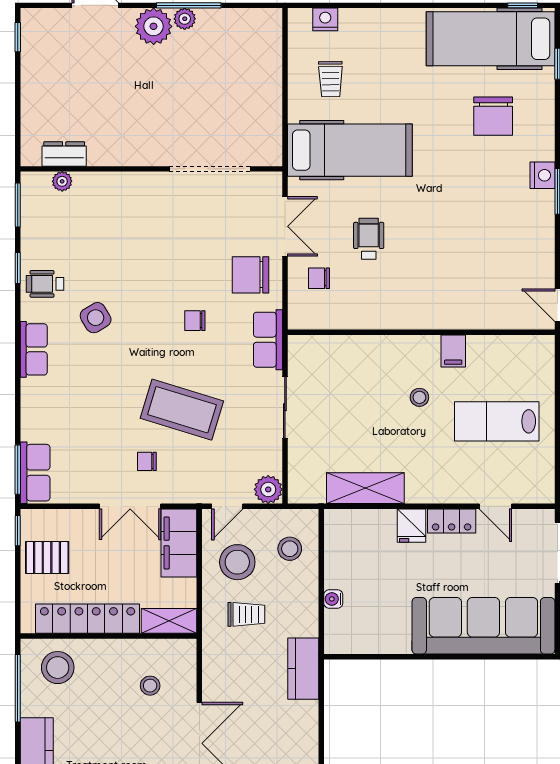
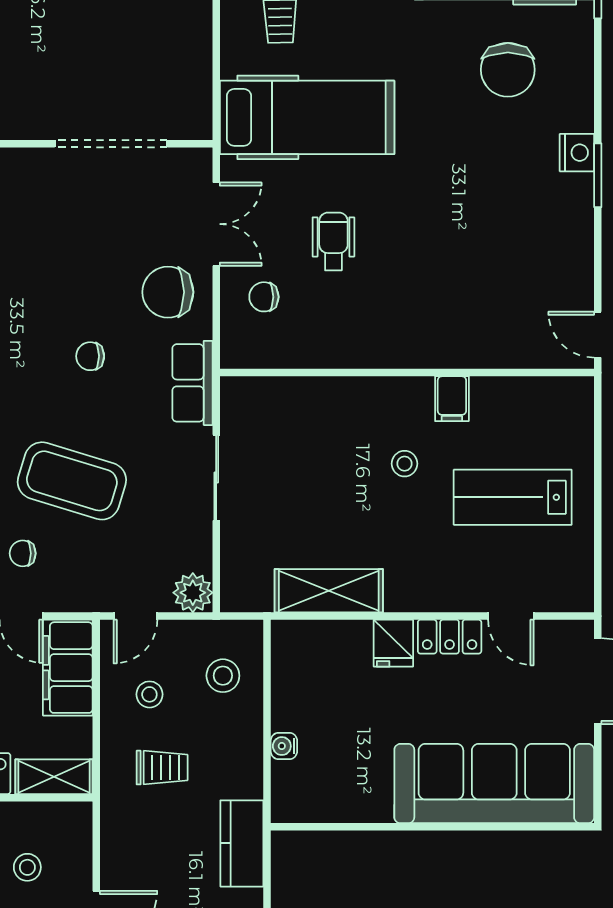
stool: (237, 562) -> (149, 694), width x0.53, depth x0.53

